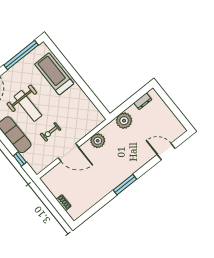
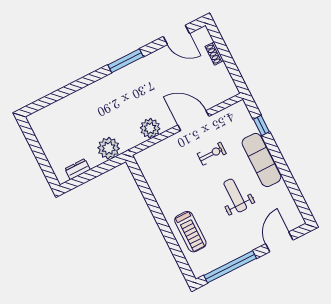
treadmill: (54, 74) -> (190, 232), width x0.73, depth x0.73
weight bench: (28, 106) -> (235, 196), width x0.73, depth x0.75
door: (166, 151) -> (176, 35), moved

